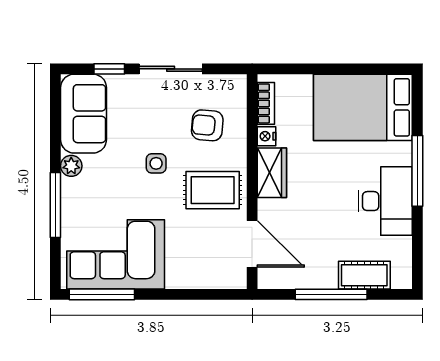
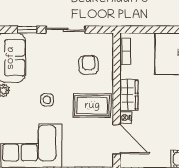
armchair: (207, 125) -> (89, 65), turned 85
nightstand: (266, 136) -> (126, 118), moved
side table: (156, 163) -> (47, 100), moved

